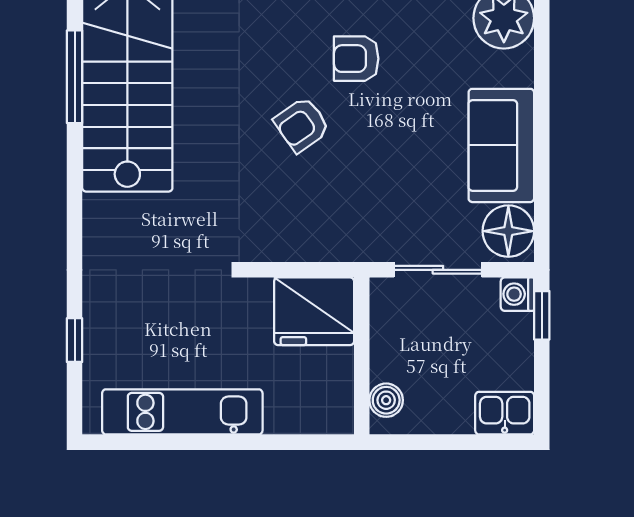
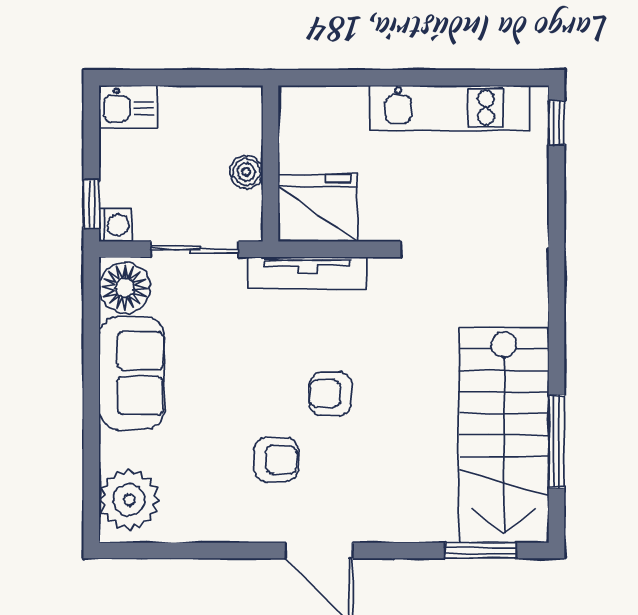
armchair: (302, 125) -> (330, 394), turned -145
tv unit: (325, 246) -> (307, 273), added
window: (75, 340) -> (557, 123), moved
boiler: (386, 400) -> (246, 172), moved

